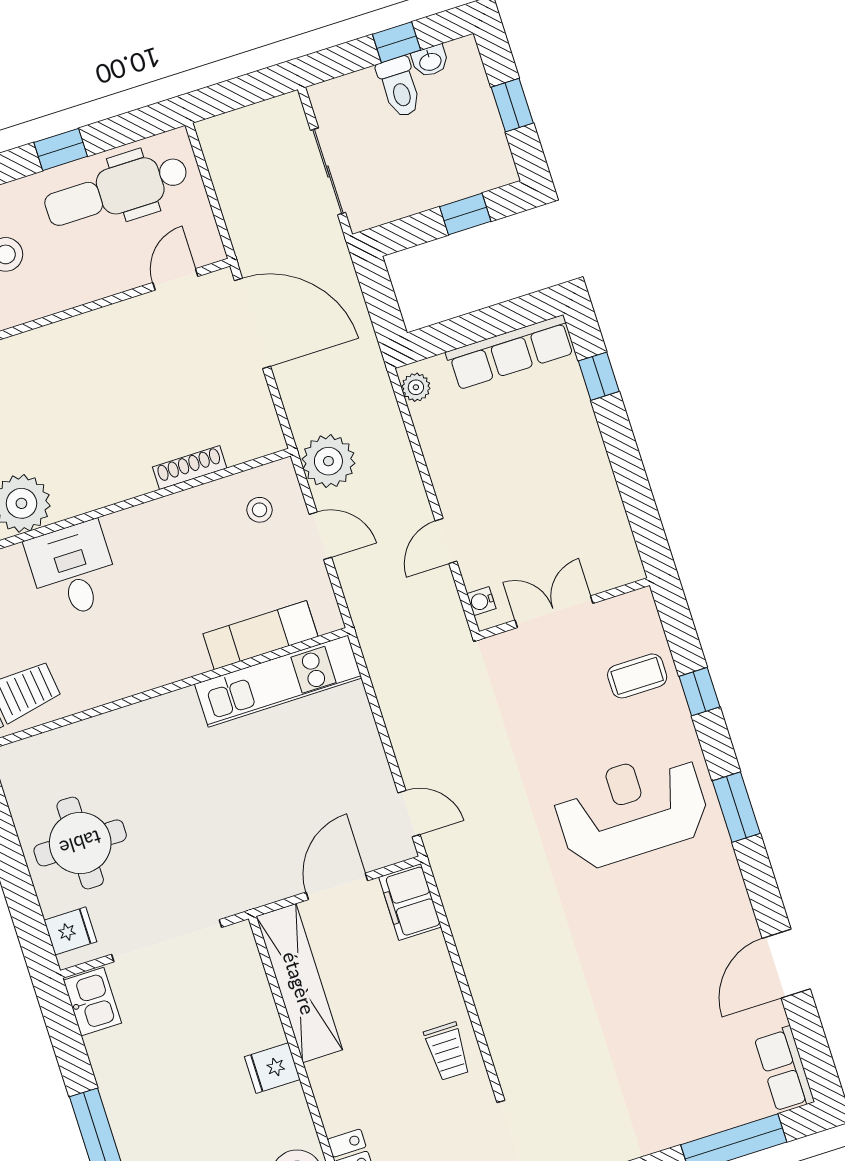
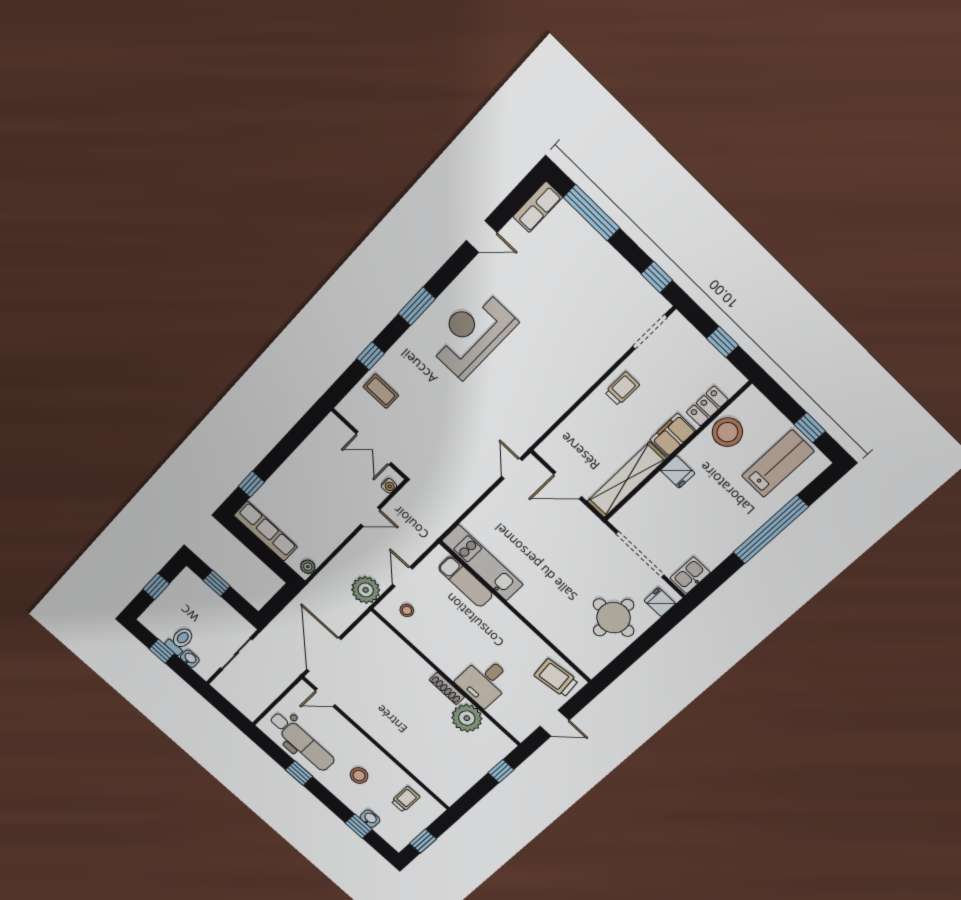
washbasin: (430, 61) -> (190, 659), moved
shoe rack: (190, 468) -> (447, 688), moved
reception desk: (631, 809) -> (472, 334), moved, turned 90
filing cabinet: (410, 902) -> (673, 435), moved, turned 180
door: (786, 964) -> (482, 237), width x0.73

